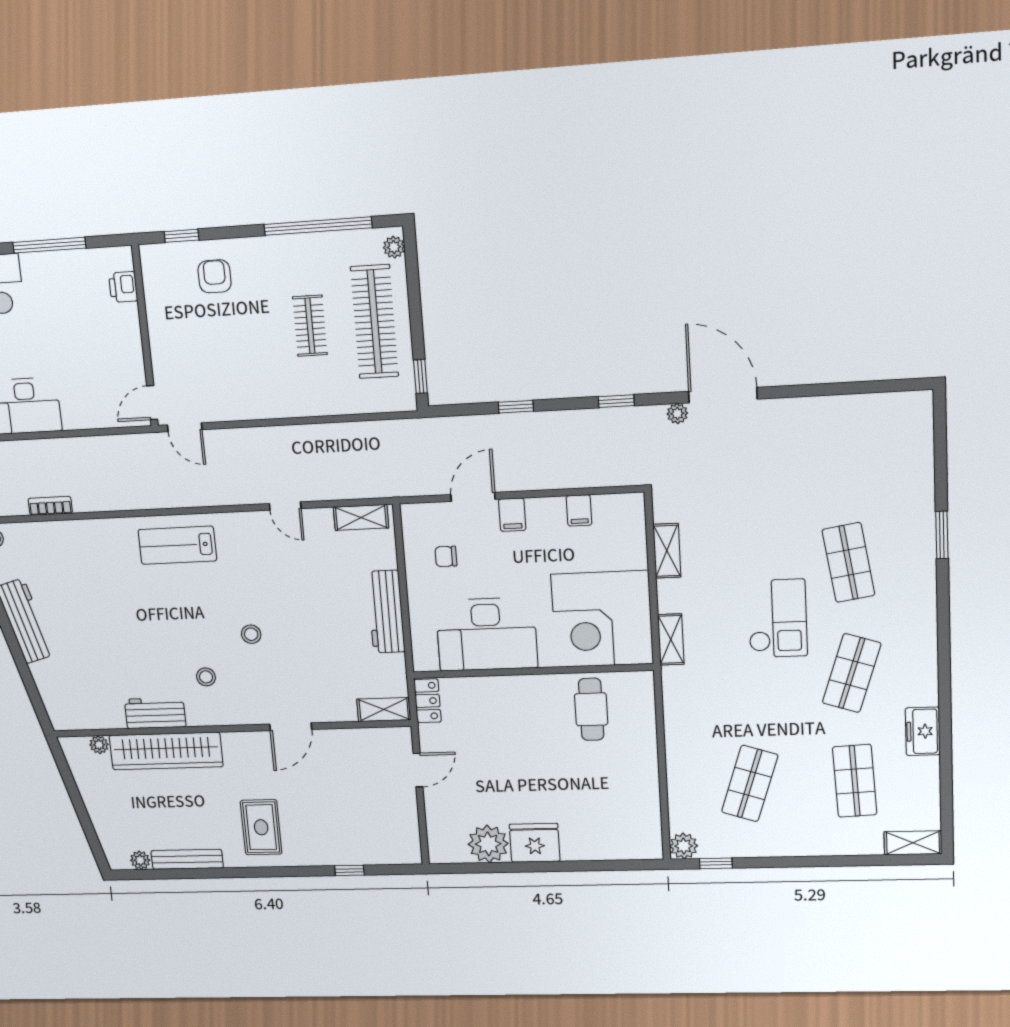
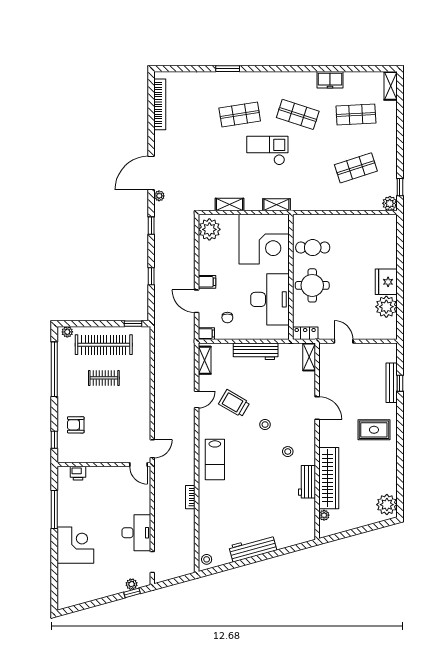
bookcase: (865, 404) -> (160, 104), added
bookcase: (50, 506) -> (190, 497), moved
filing cabinet: (579, 510) -> (206, 334), moved
plant: (615, 515) -> (209, 229), added
trolley: (285, 576) -> (234, 403), added
round table: (519, 711) -> (312, 285), added
shop shelf: (750, 783) -> (356, 168), turned -36
bench: (187, 859) -> (392, 383), moved
plant: (140, 860) -> (387, 505), width x1.88, depth x1.88

